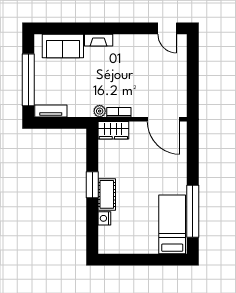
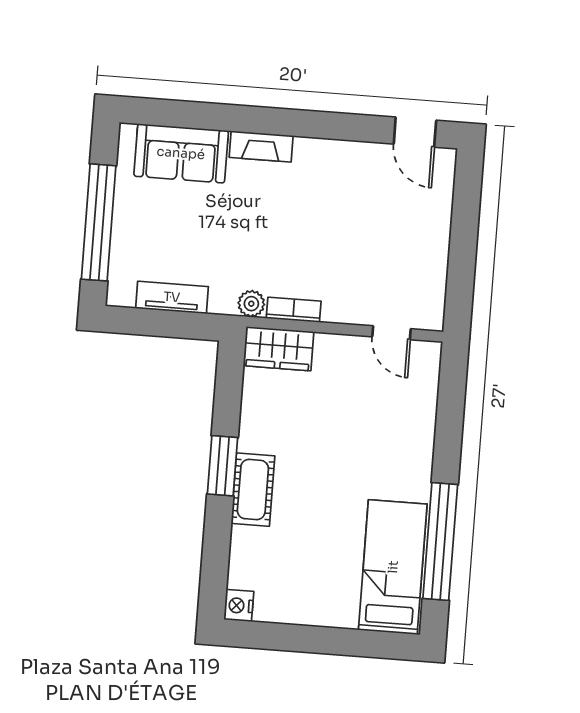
tv unit: (51, 111) -> (172, 297), moved
door: (164, 119) -> (392, 333), width x0.53
nightstand: (104, 218) -> (239, 606), moved

